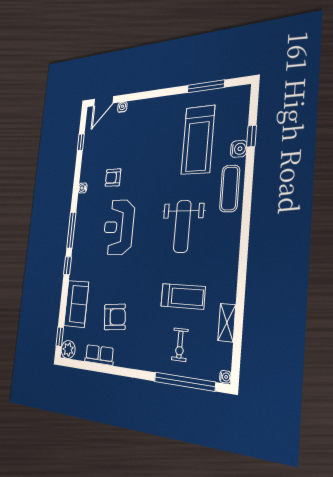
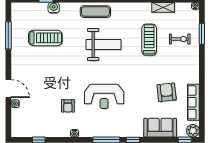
door: (103, 101) -> (8, 89), moved
treadmill: (198, 140) -> (45, 38), width x0.73, depth x0.73
exercise mat: (230, 189) -> (95, 12), moved
row of seats: (99, 355) -> (193, 102), width x1.48
window: (184, 382) -> (202, 34), width x0.47

